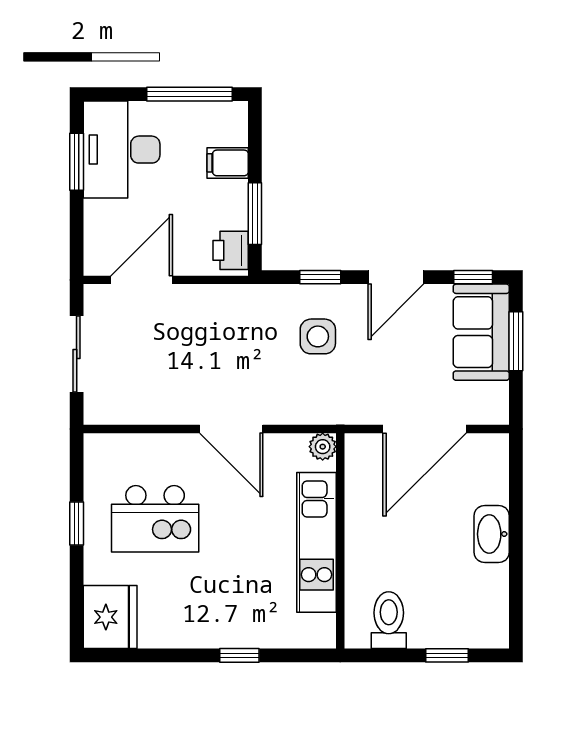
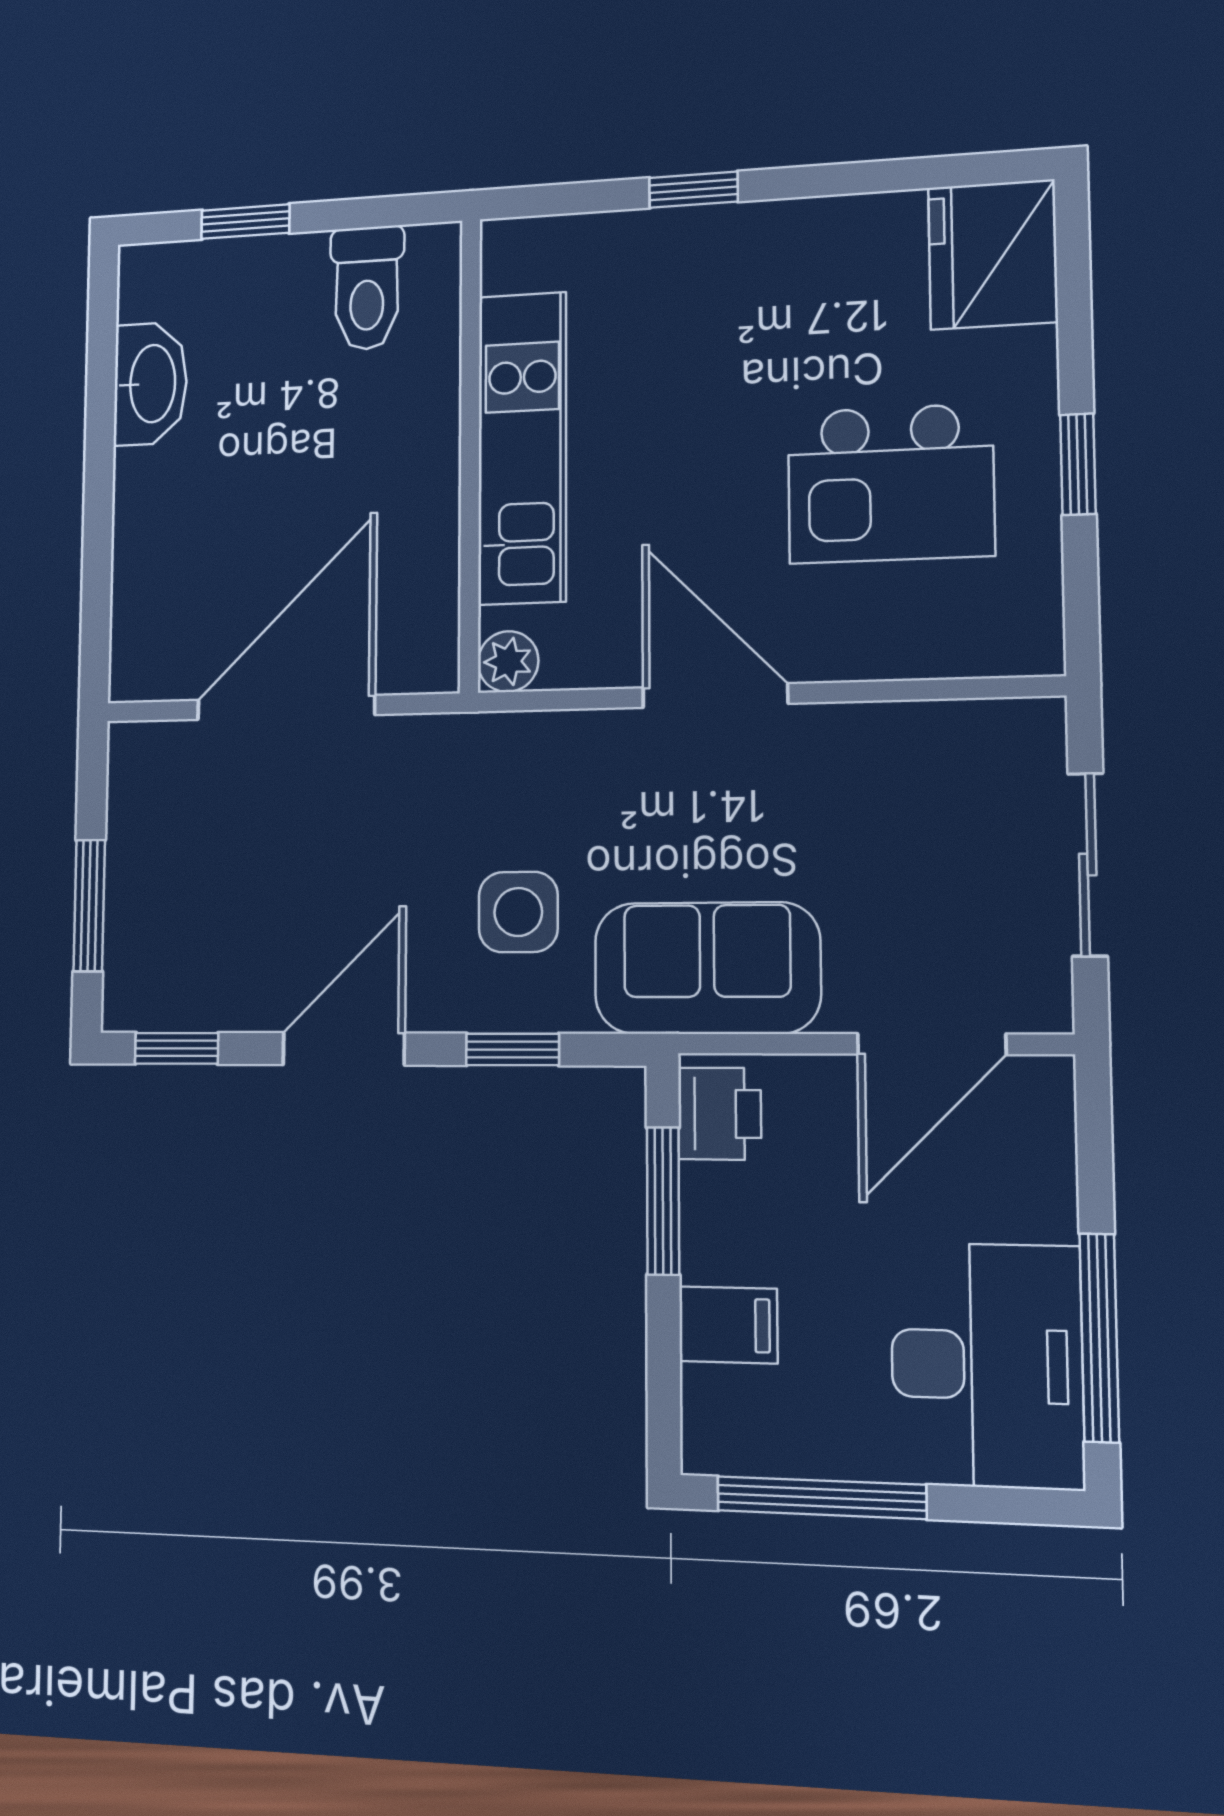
window: (77, 162) -> (1099, 1338), width x1.44
sofa: (481, 332) -> (707, 968), moved, turned -90
kitchen island: (155, 519) -> (891, 484), turned 180
washbasin: (492, 534) -> (150, 384), moved

